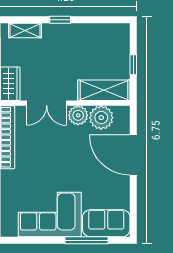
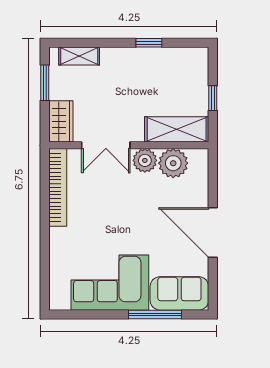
window: (60, 20) -> (149, 43), moved
door: (133, 155) -> (213, 233), moved

